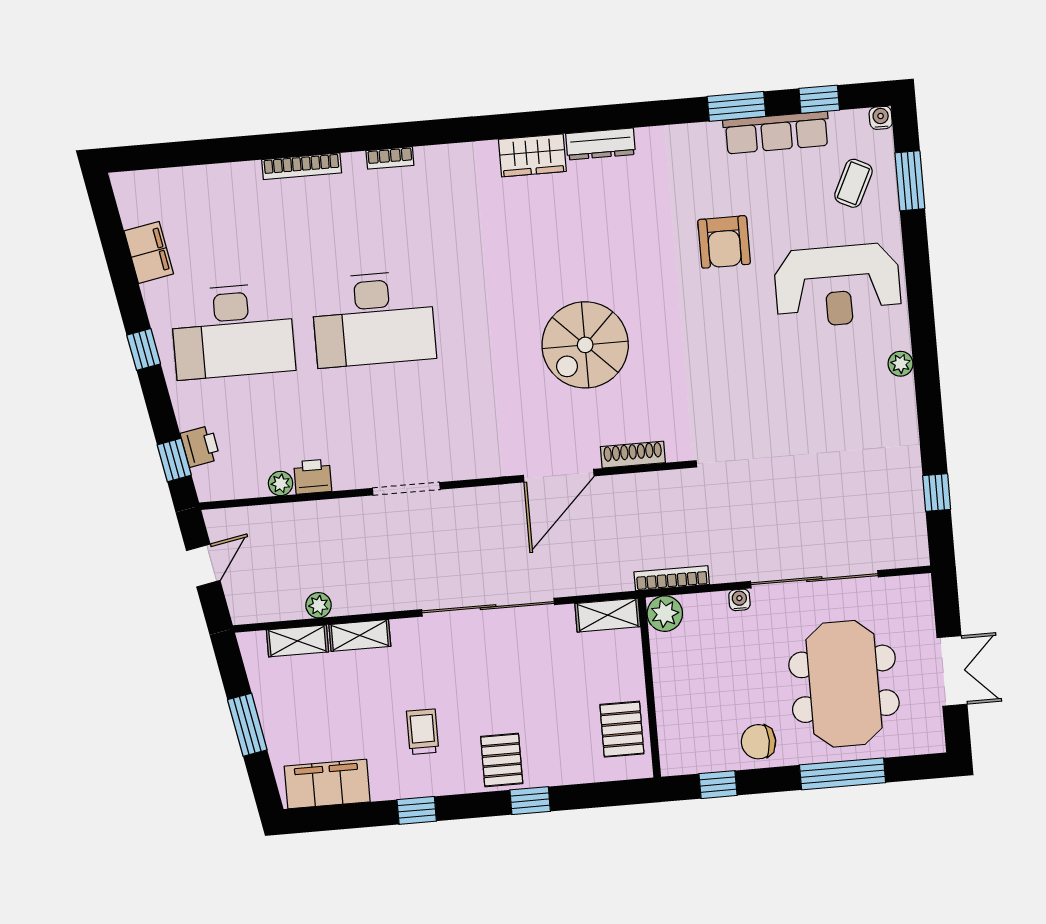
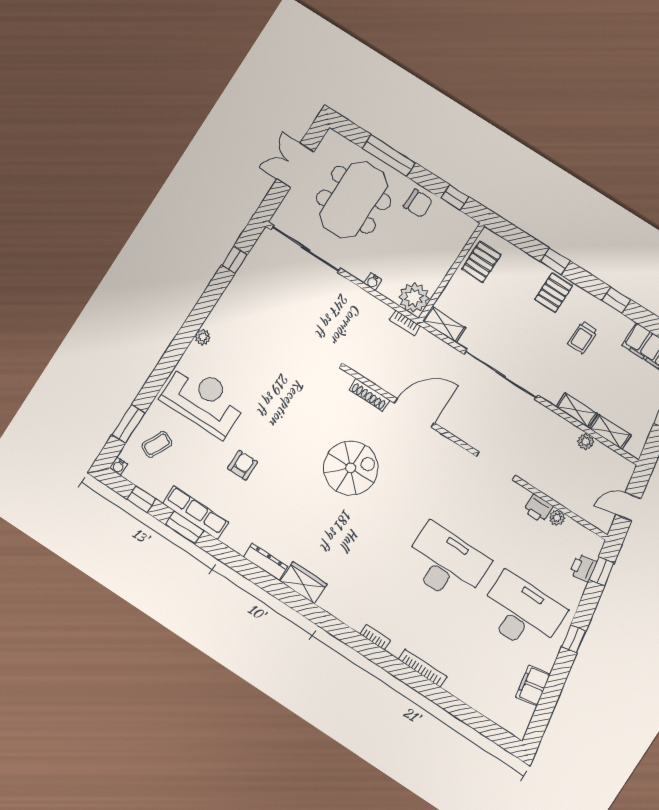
row of seats: (776, 133) -> (195, 513), moved
armchair: (724, 242) -> (242, 465), width x0.72, depth x0.72
bookcase: (672, 578) -> (405, 323), width x0.64
sliding door: (814, 579) -> (305, 249), moved
plant: (665, 614) -> (414, 298), width x1.36, depth x1.36

